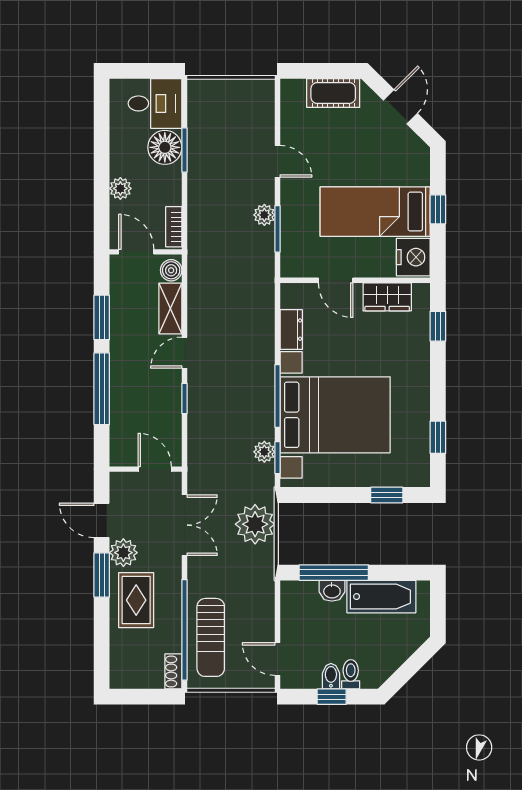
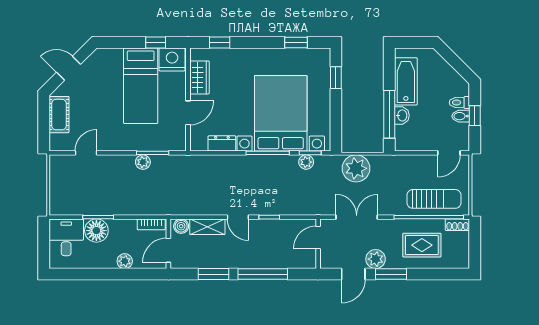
door: (278, 161) -> (86, 153), moved
window: (438, 209) -> (156, 42), moved
rug: (136, 600) -> (422, 245), moved

